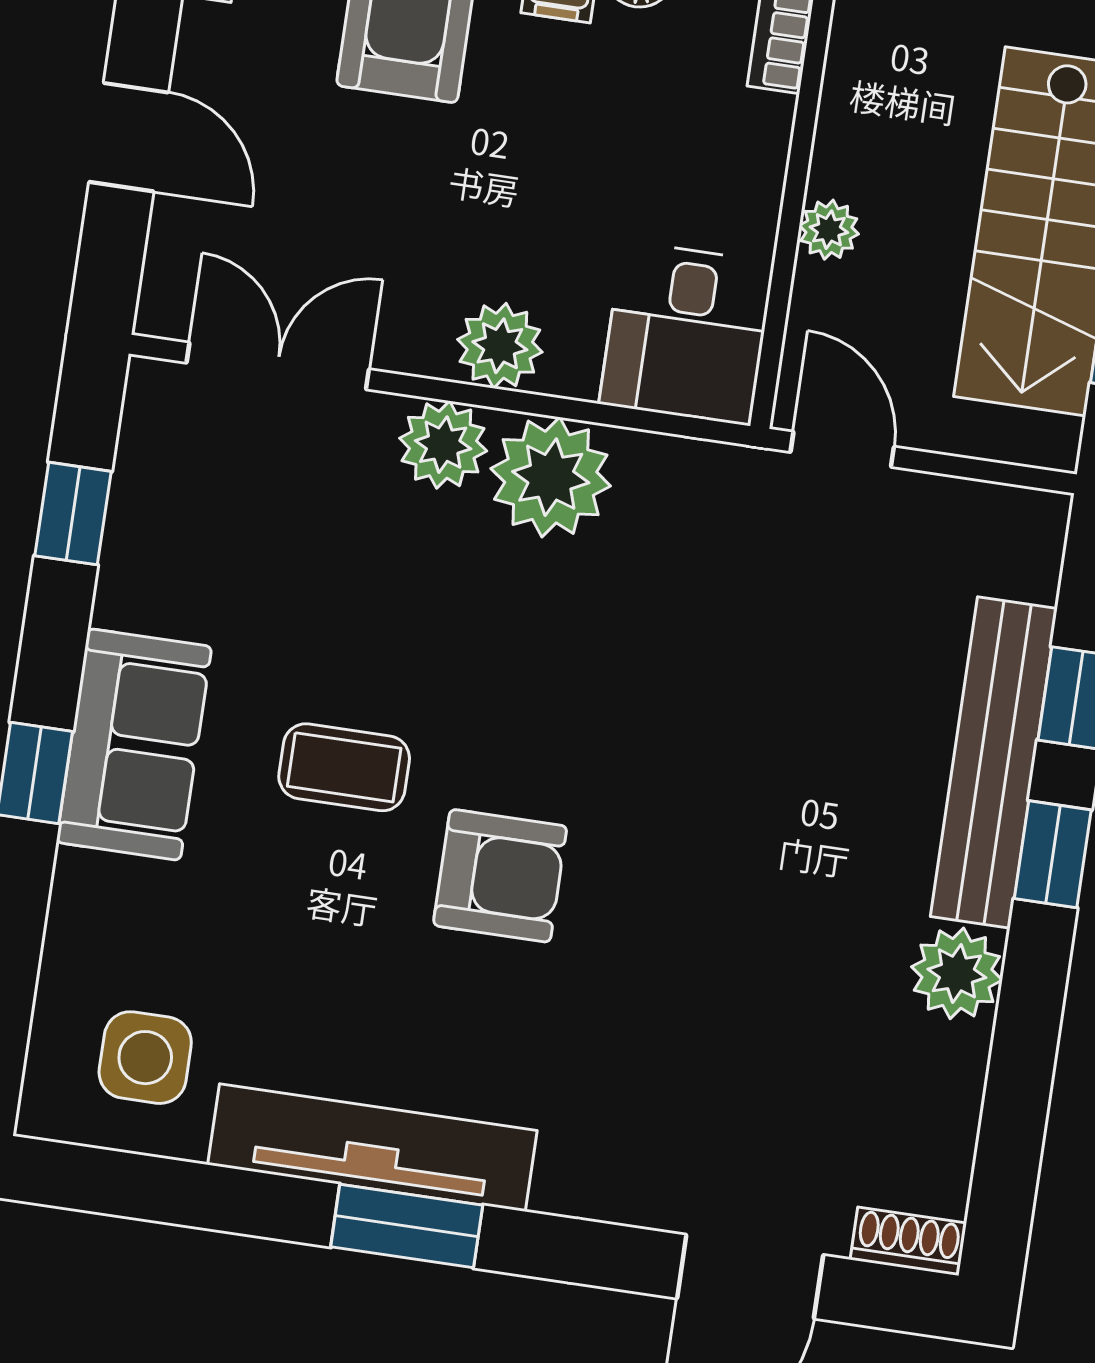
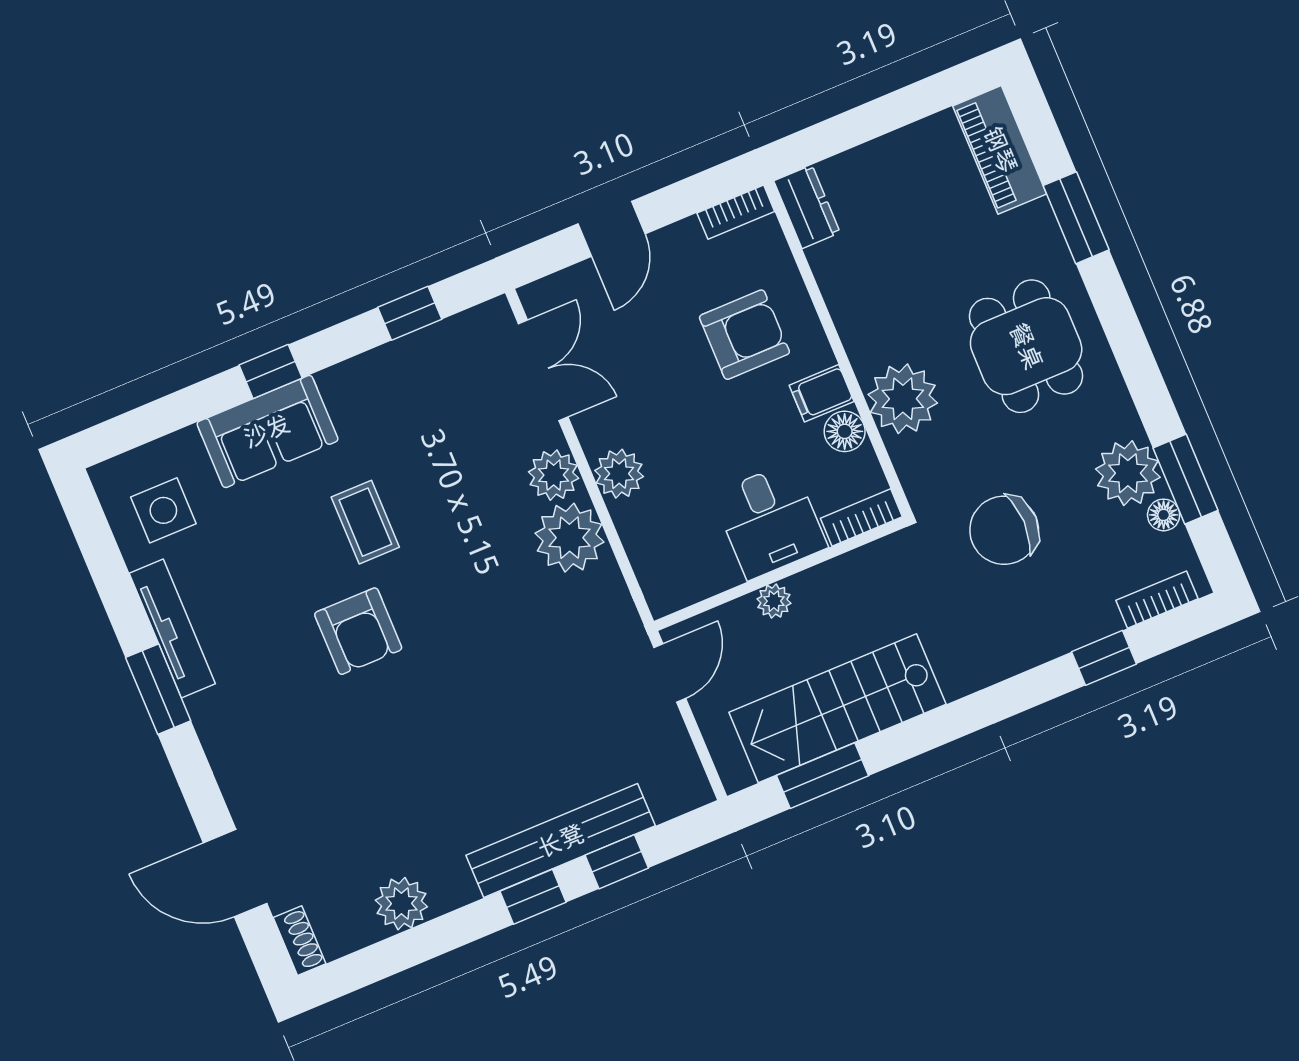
desk: (687, 333) -> (770, 521), moved, turned -90
sofa: (134, 744) -> (267, 431), moved
plant: (957, 973) -> (401, 904), moved
tv unit: (372, 1148) -> (172, 628), width x0.73, depth x0.78

